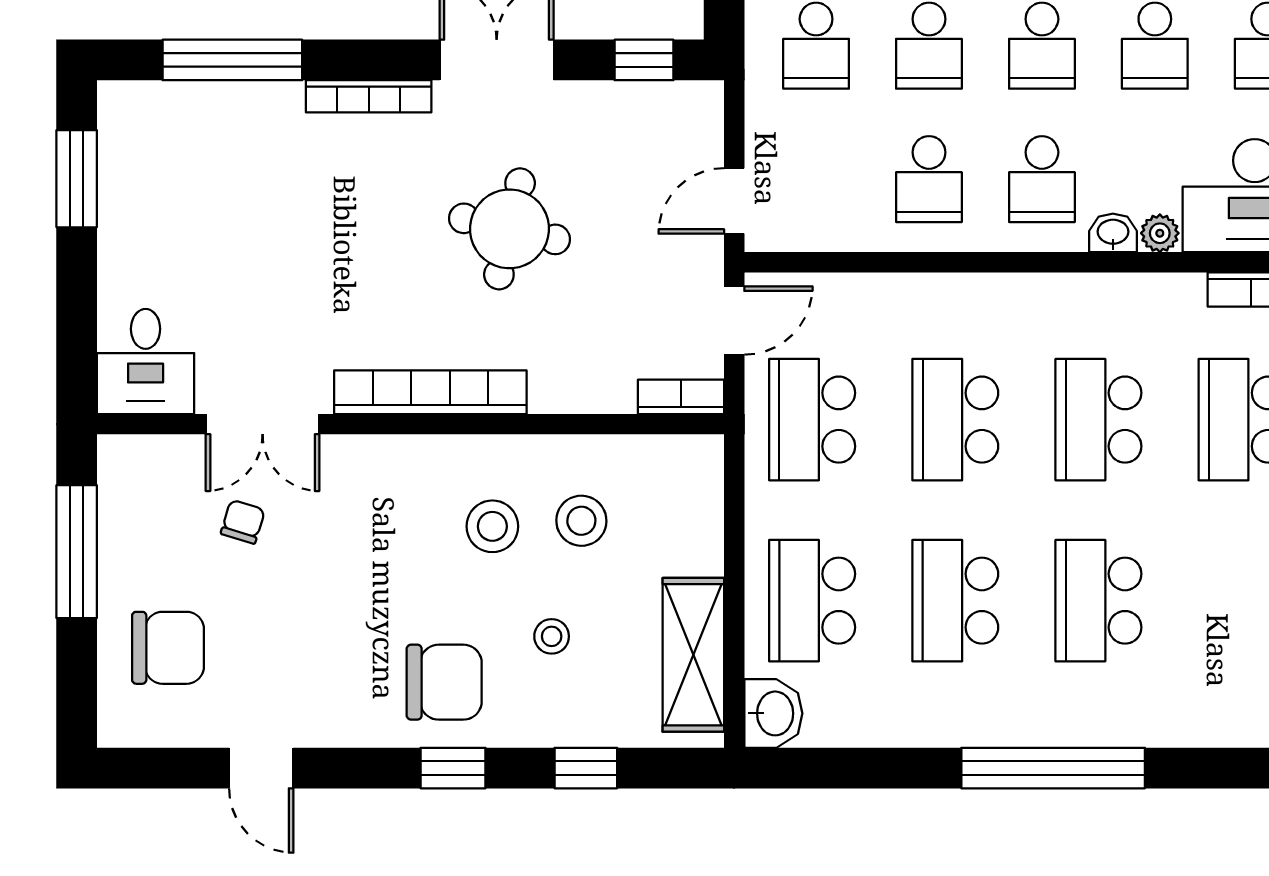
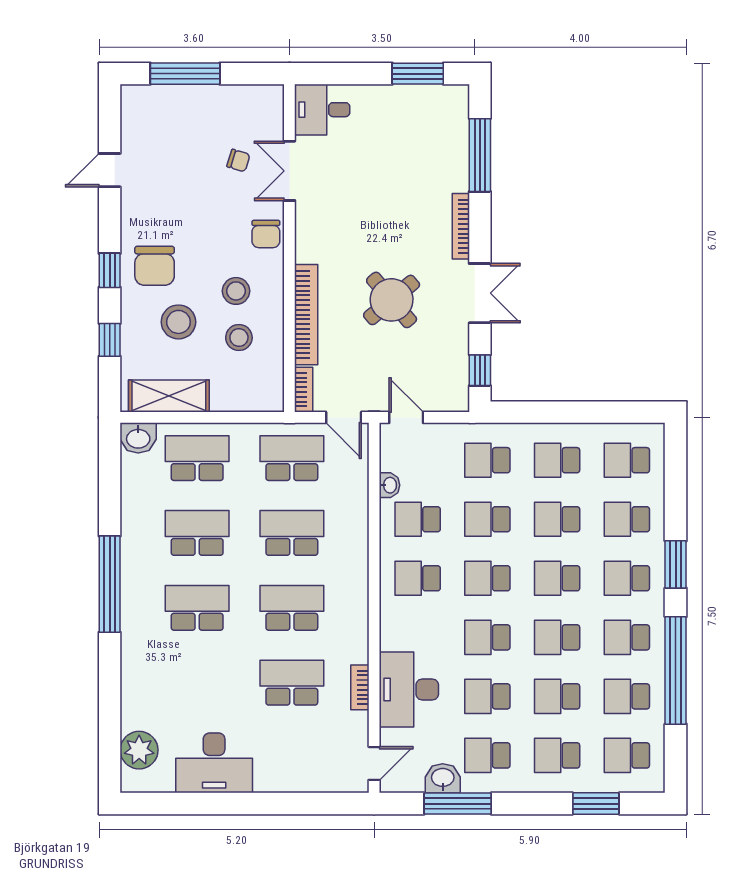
round table: (510, 229) -> (392, 300), turned 37
washbasin: (1113, 233) -> (389, 485), moved
plant: (1160, 233) -> (389, 640), removed
bookcase: (430, 392) -> (306, 315), moved
window: (77, 552) -> (185, 74), moved
stool: (552, 636) -> (178, 322), width x1.89, depth x1.89
chair: (168, 648) -> (266, 234), moved, width x0.73, depth x0.73

